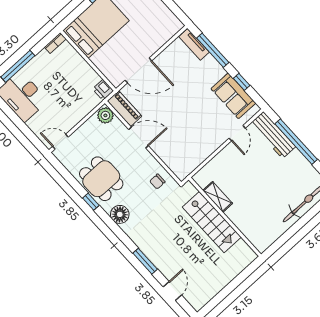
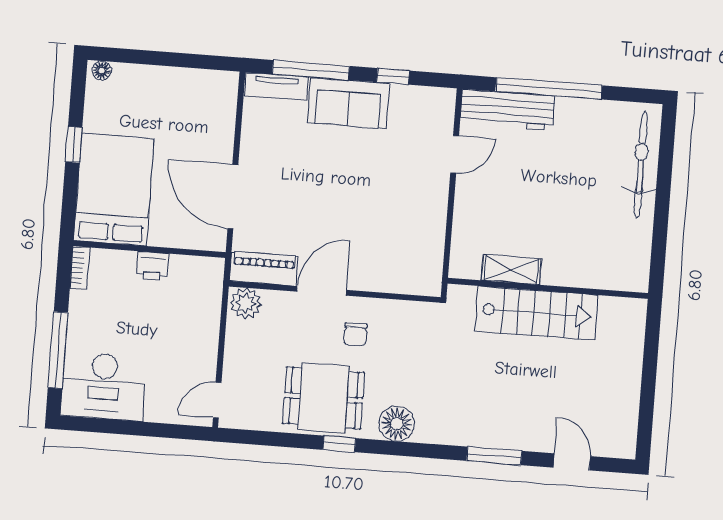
door: (138, 70) -> (233, 197), swing flipped
printer: (103, 90) -> (152, 266), moved
sofa: (233, 96) -> (348, 103), moved
door: (237, 133) -> (455, 154), hinge flipped
chair: (157, 182) -> (355, 334), moved

